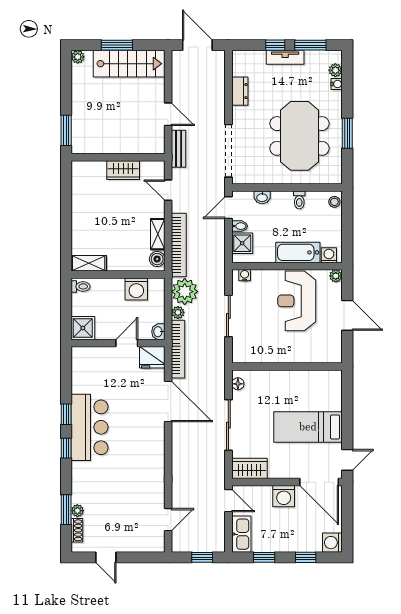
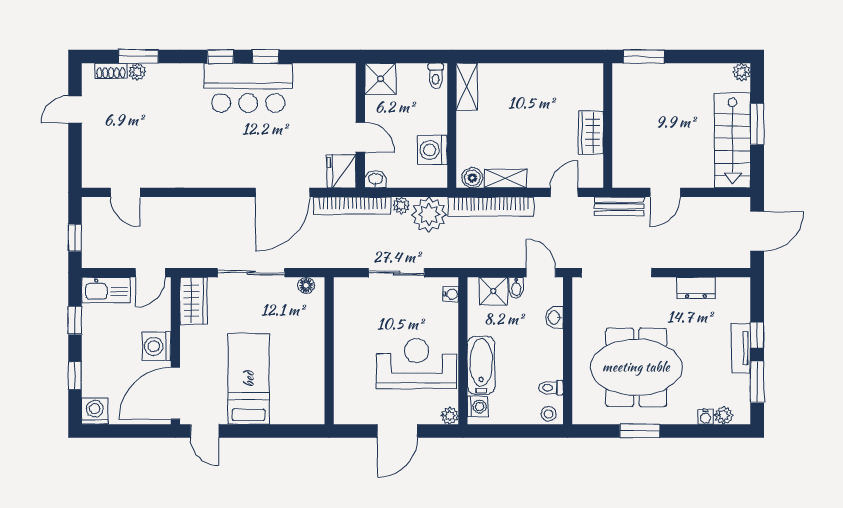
toilet: (299, 200) -> (551, 388), moved

